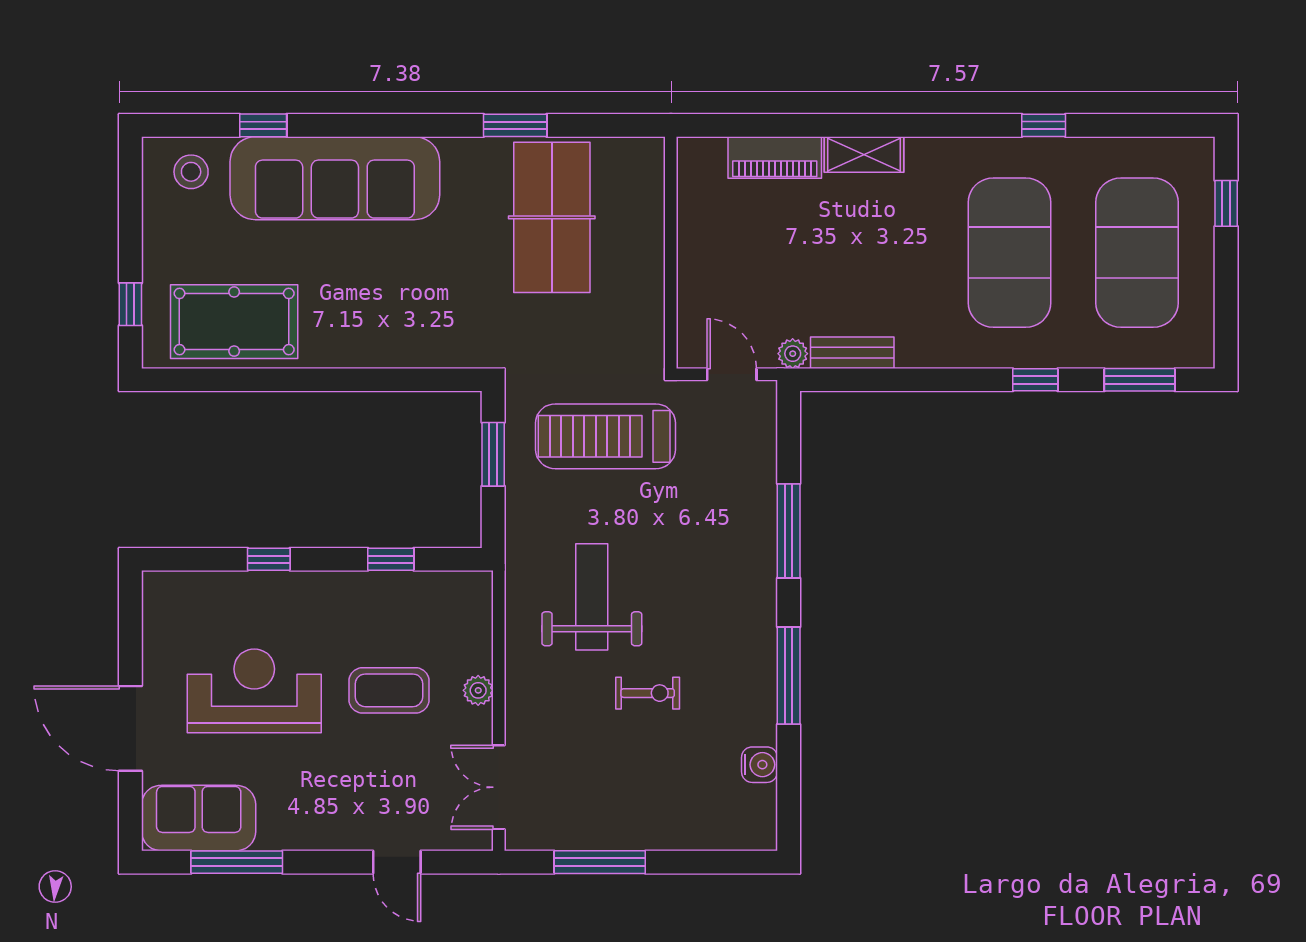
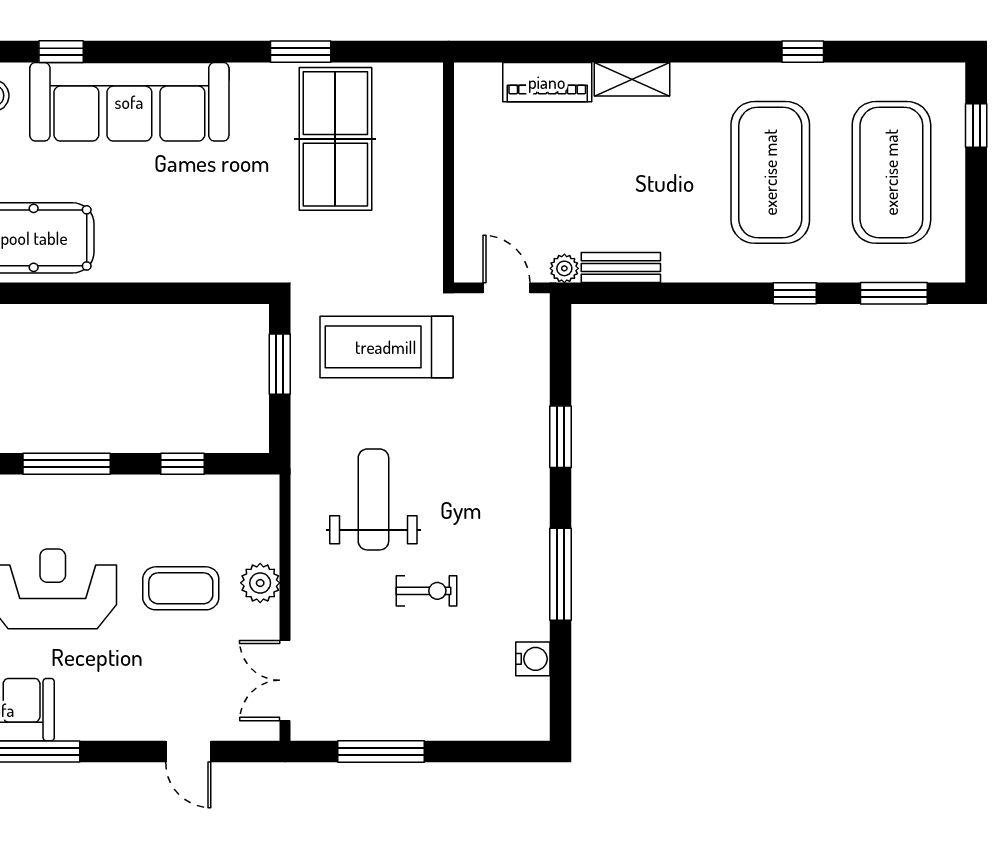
window: (789, 531) -> (560, 437), width x0.69
window: (269, 559) -> (67, 464), width x2.17
plant: (478, 690) -> (260, 583), width x1.38, depth x1.38

